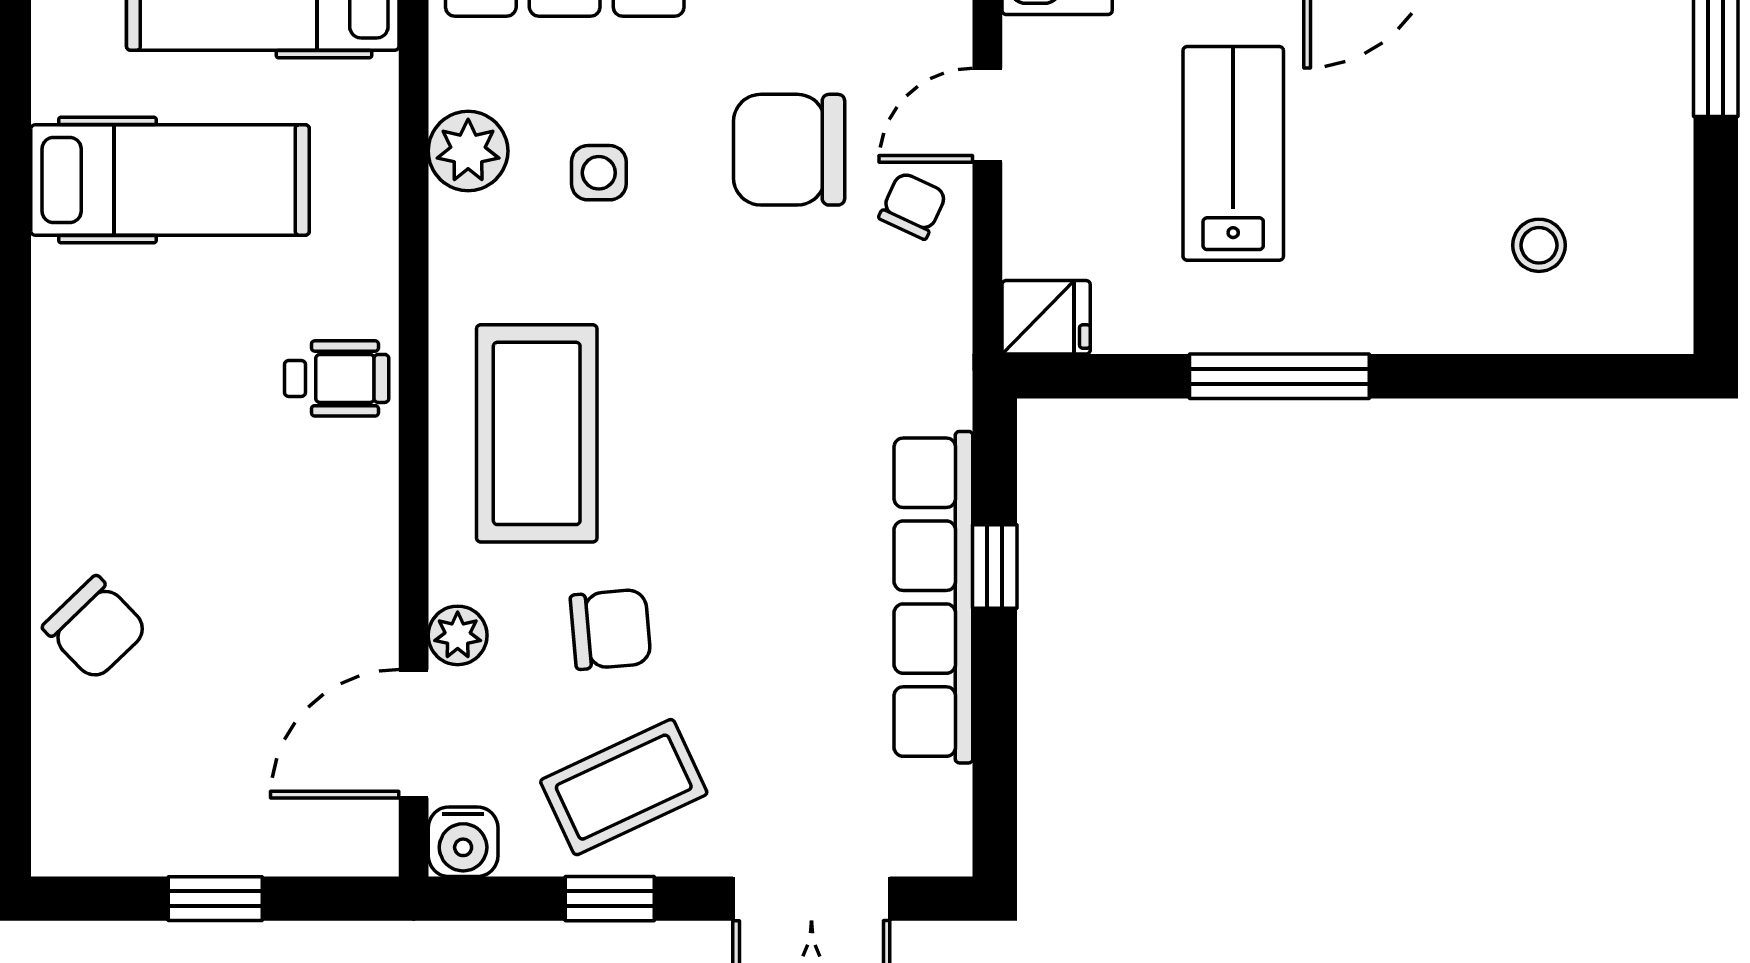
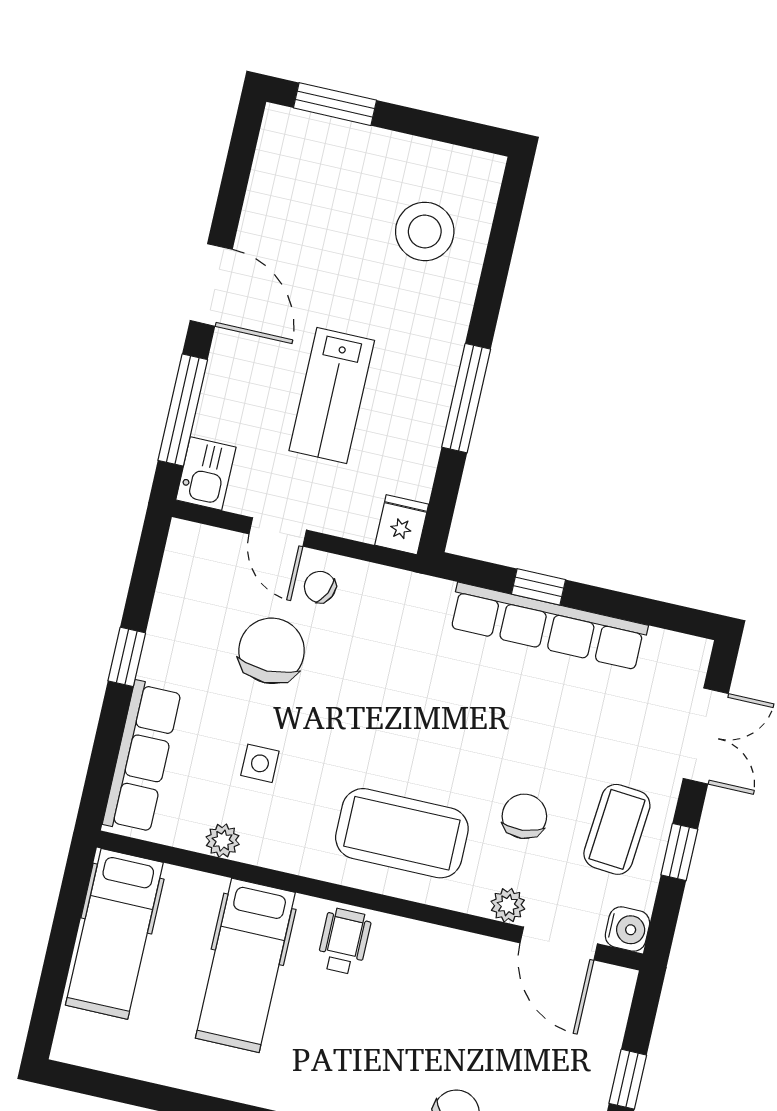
chair: (789, 150) -> (272, 651), turned 180
plant: (468, 151) -> (223, 841), width x0.73, depth x0.73
lab bench: (1233, 153) -> (332, 396), turned -90
hospital bed: (170, 180) -> (245, 965), moved, turned 180
stool: (1539, 245) -> (425, 231), width x1.89, depth x1.89
coffee table: (624, 787) -> (617, 829), turned 30

